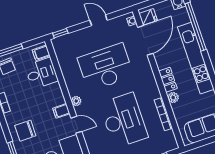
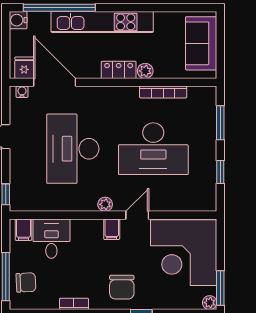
desk: (124, 120) -> (153, 149), turned 180

